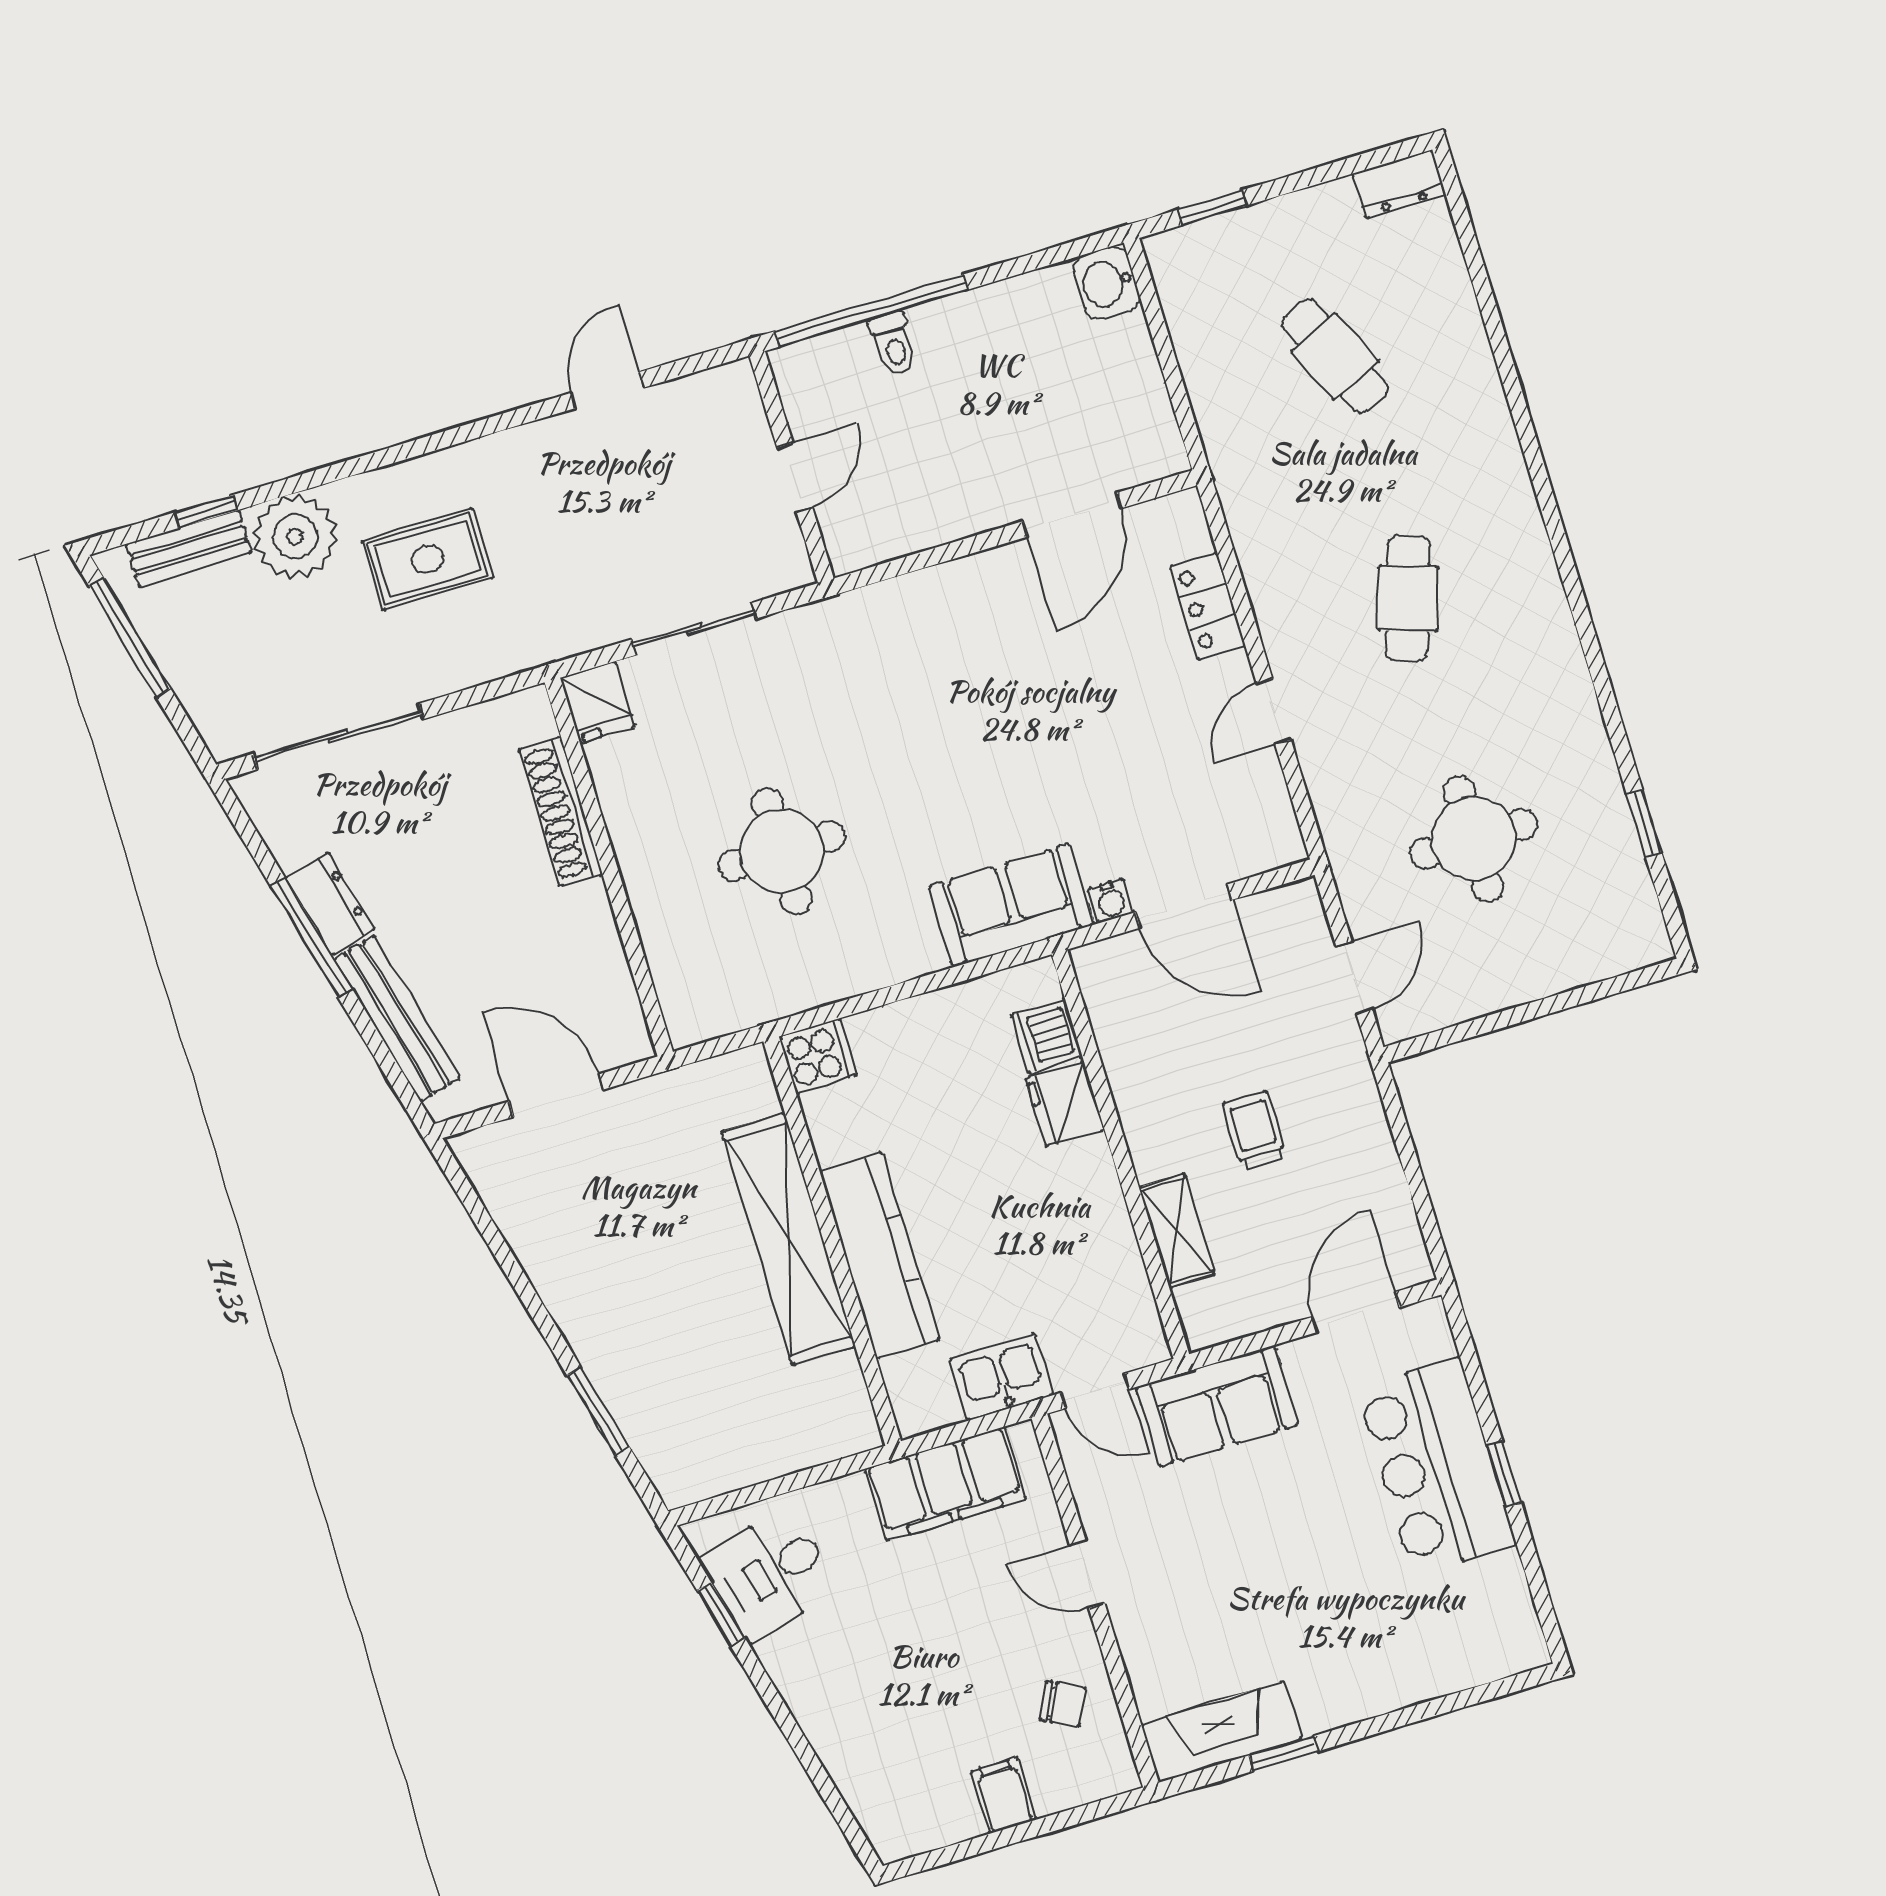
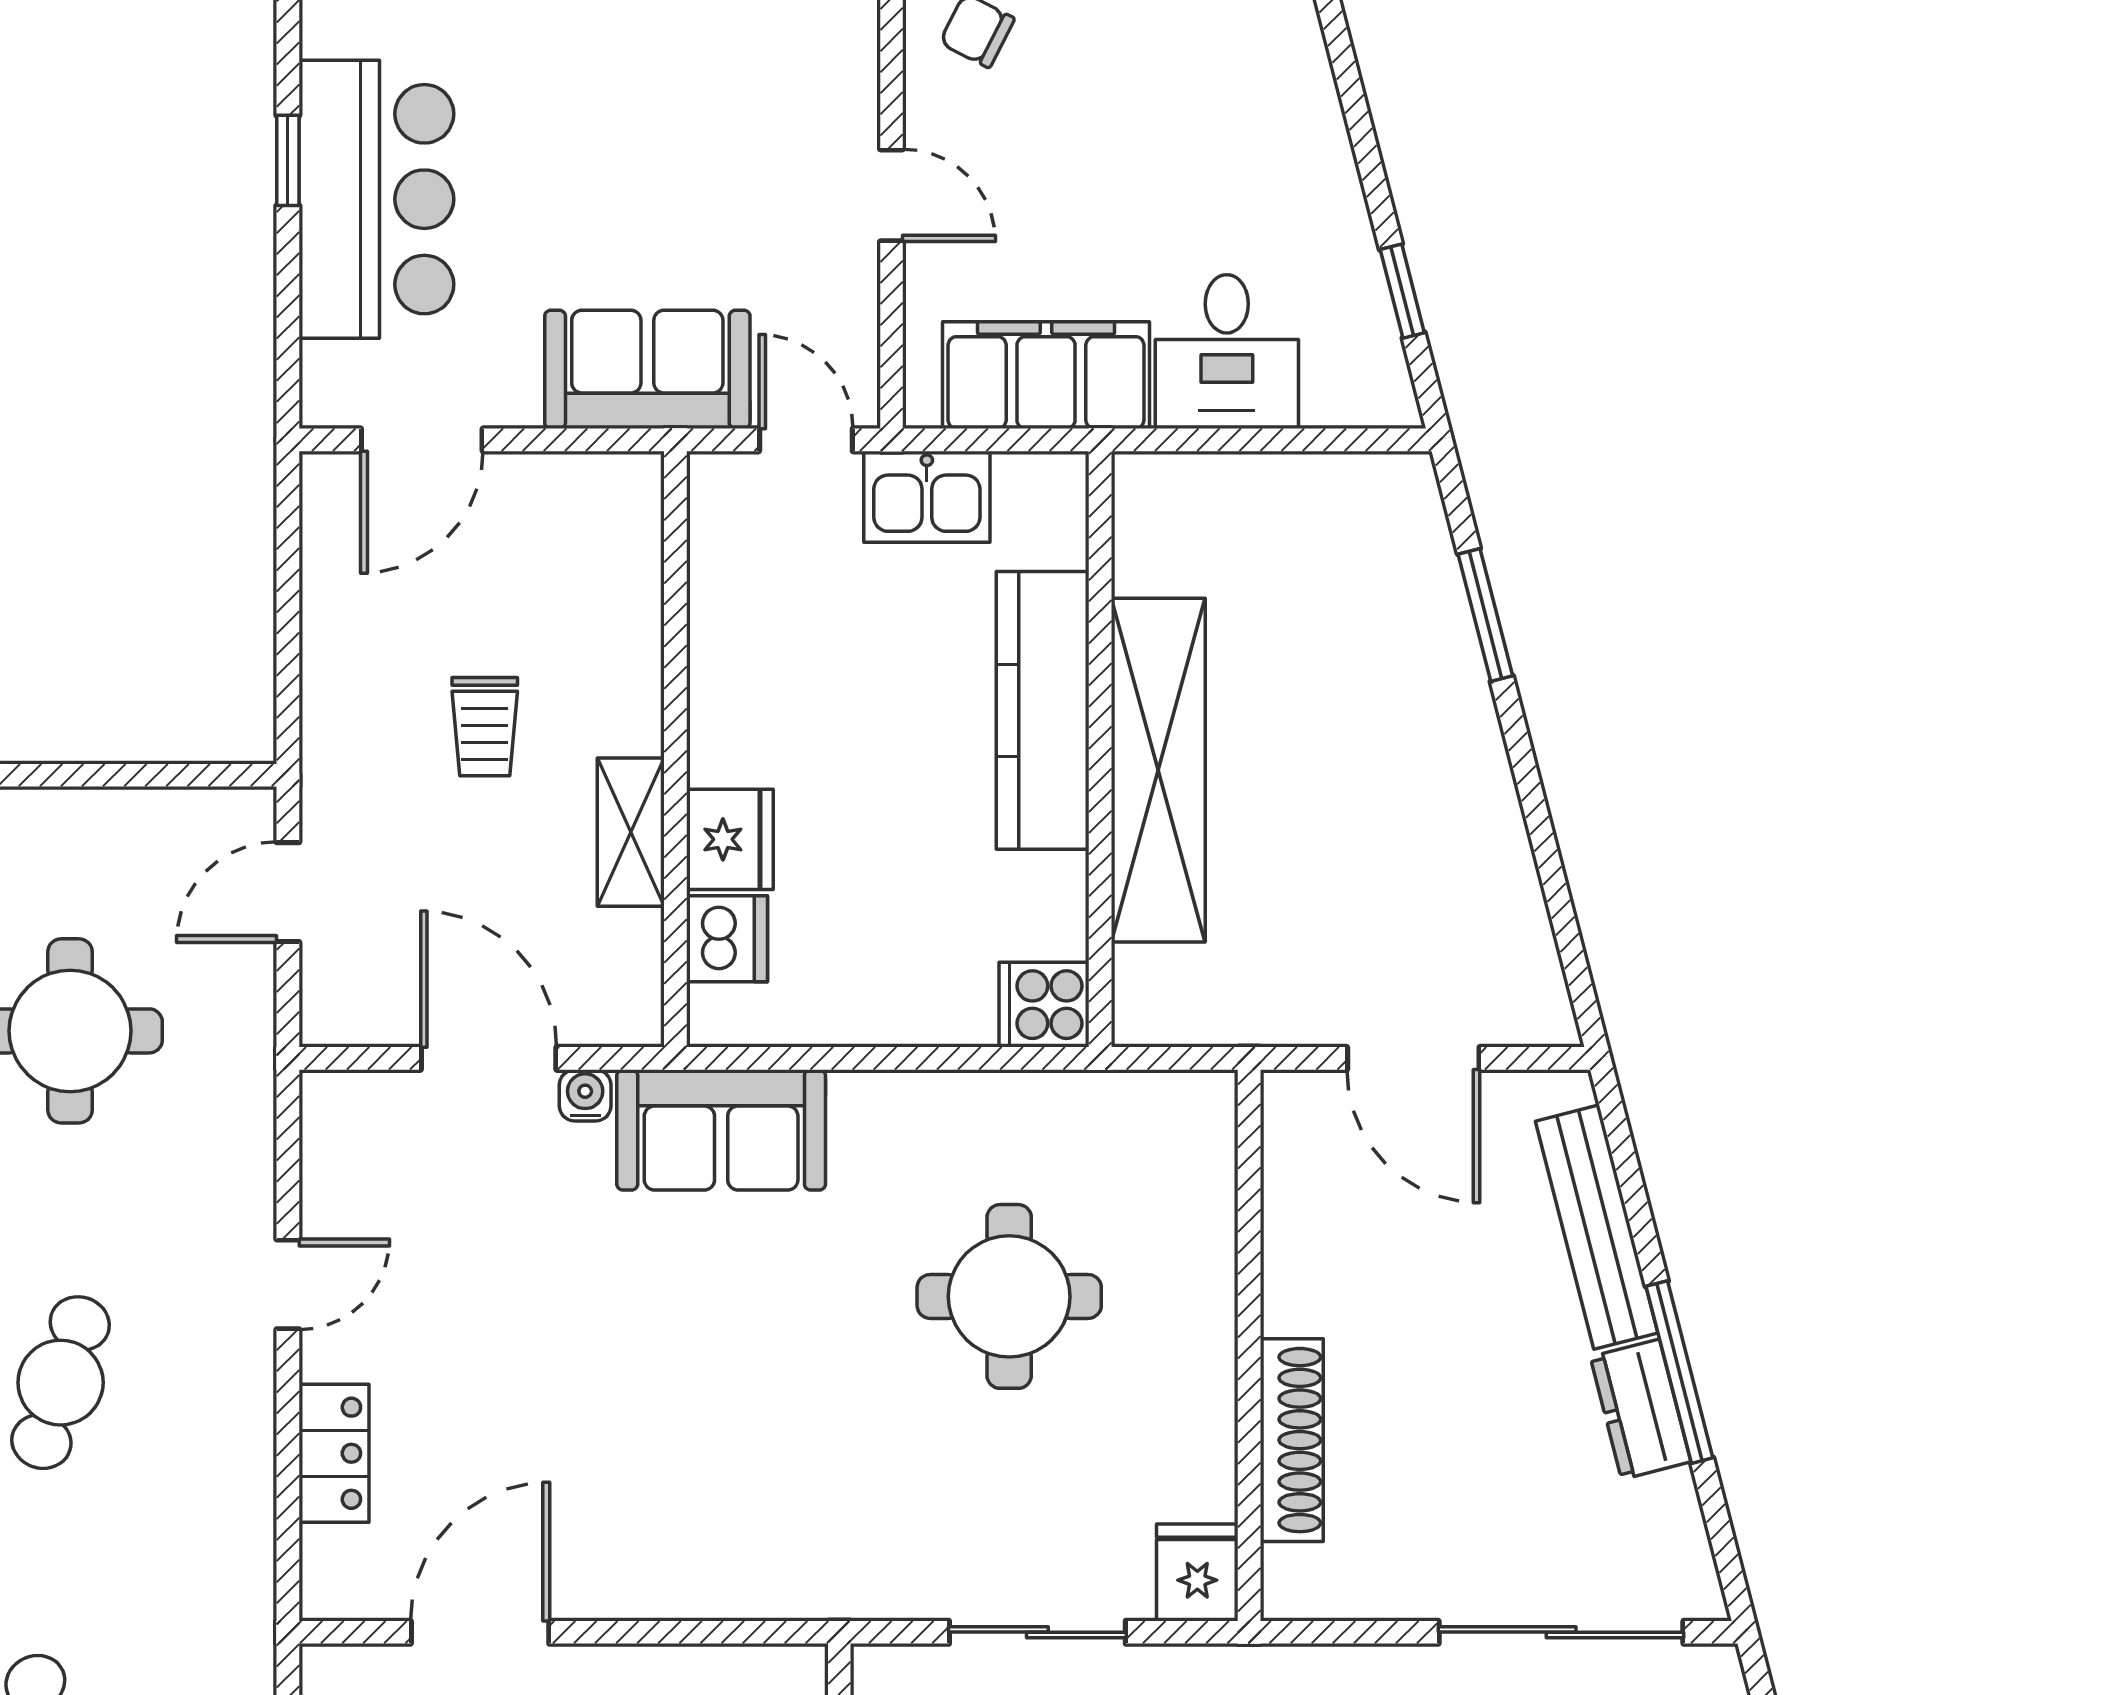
shelving: (1177, 1231) -> (631, 832), moved
desk: (770, 1574) -> (1227, 352), moved, turned 104

